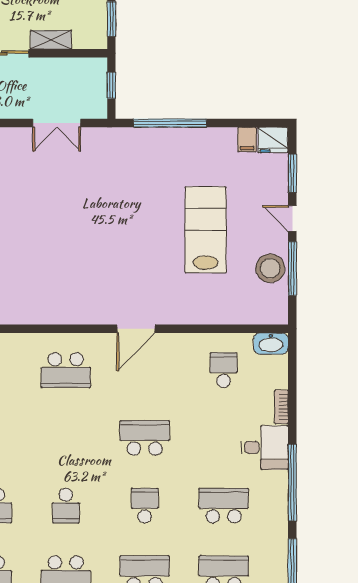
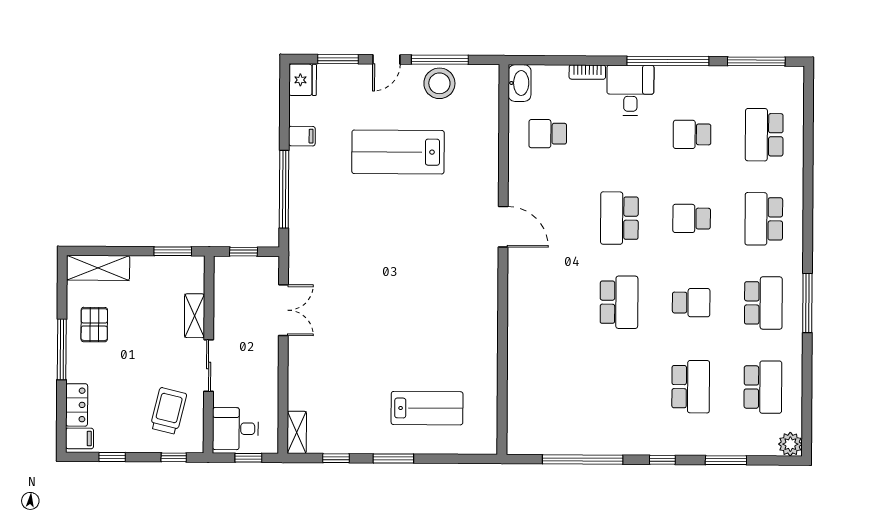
filing cabinet: (247, 140) -> (302, 136), moved
school desk: (66, 370) -> (619, 302), moved
school desk: (224, 506) -> (692, 134), width x0.54

